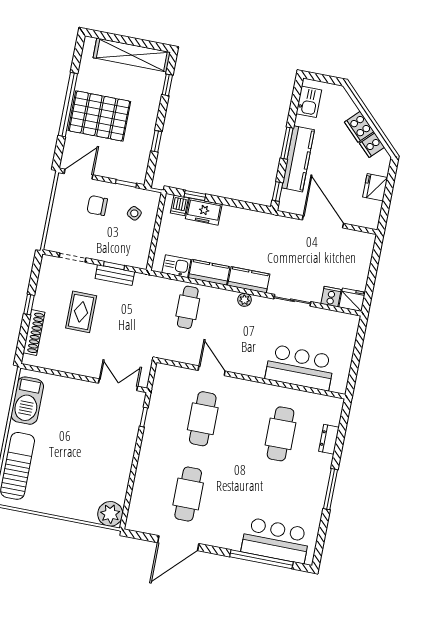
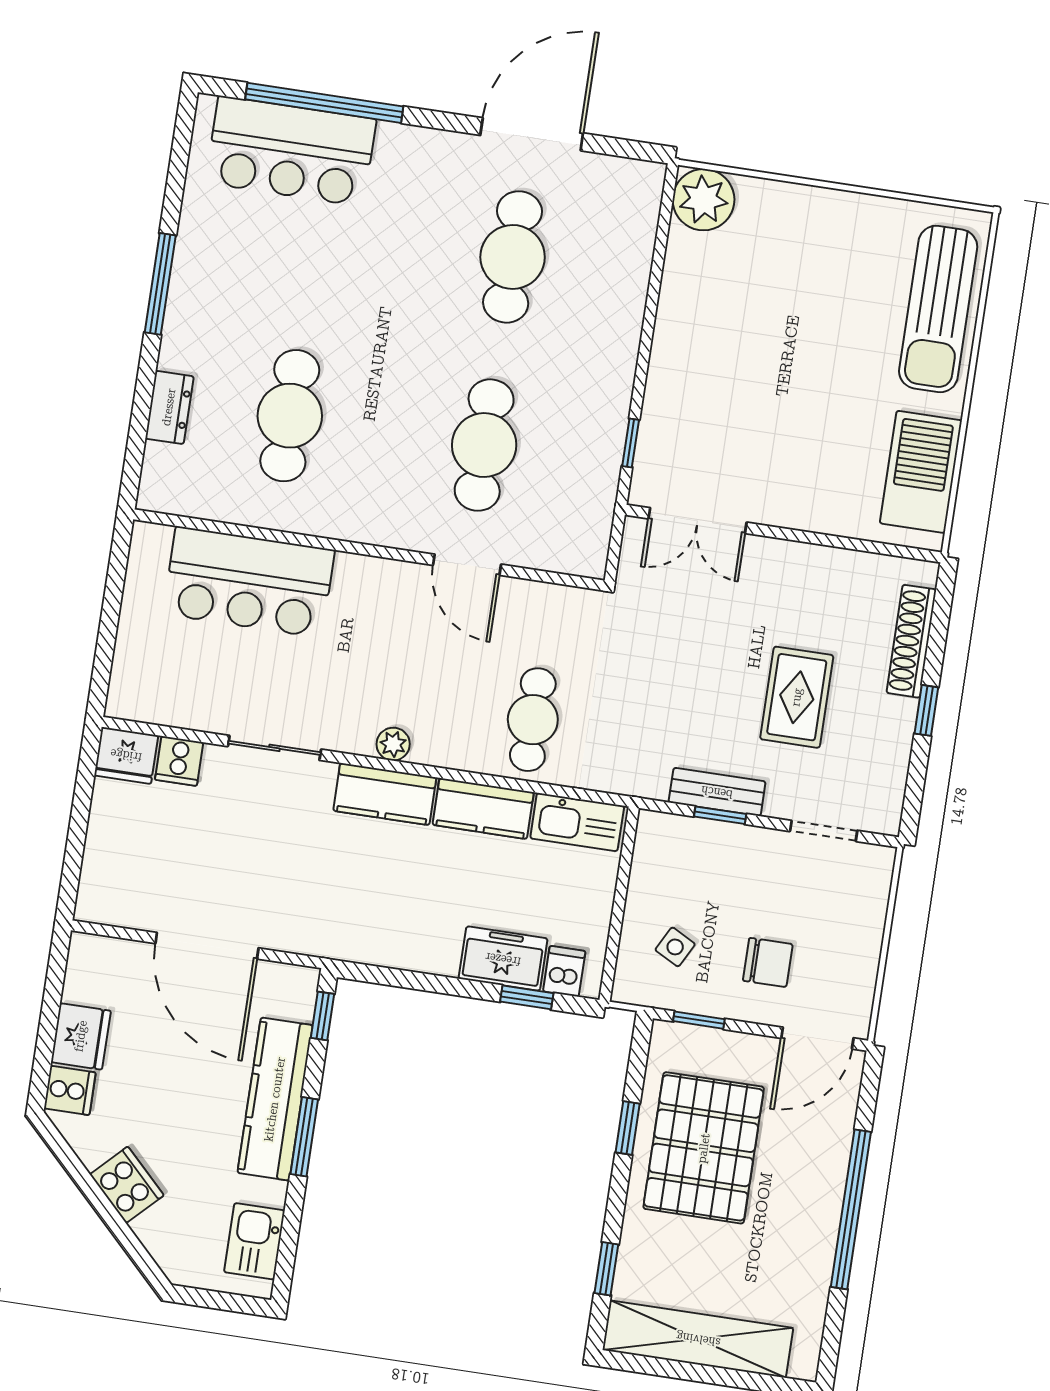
pallet: (99, 116) -> (704, 1148), moved, turned 90
cooker: (372, 145) -> (70, 1090), moved, turned 45
kitchen sink: (176, 266) -> (577, 822), width x1.38

